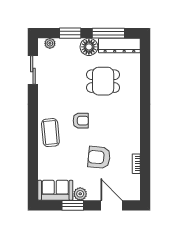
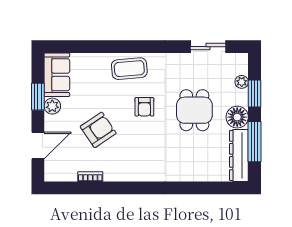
plant: (50, 43) -> (242, 82), moved
dining table: (103, 81) -> (194, 110), moved
armchair: (99, 157) -> (98, 130), turned 51

